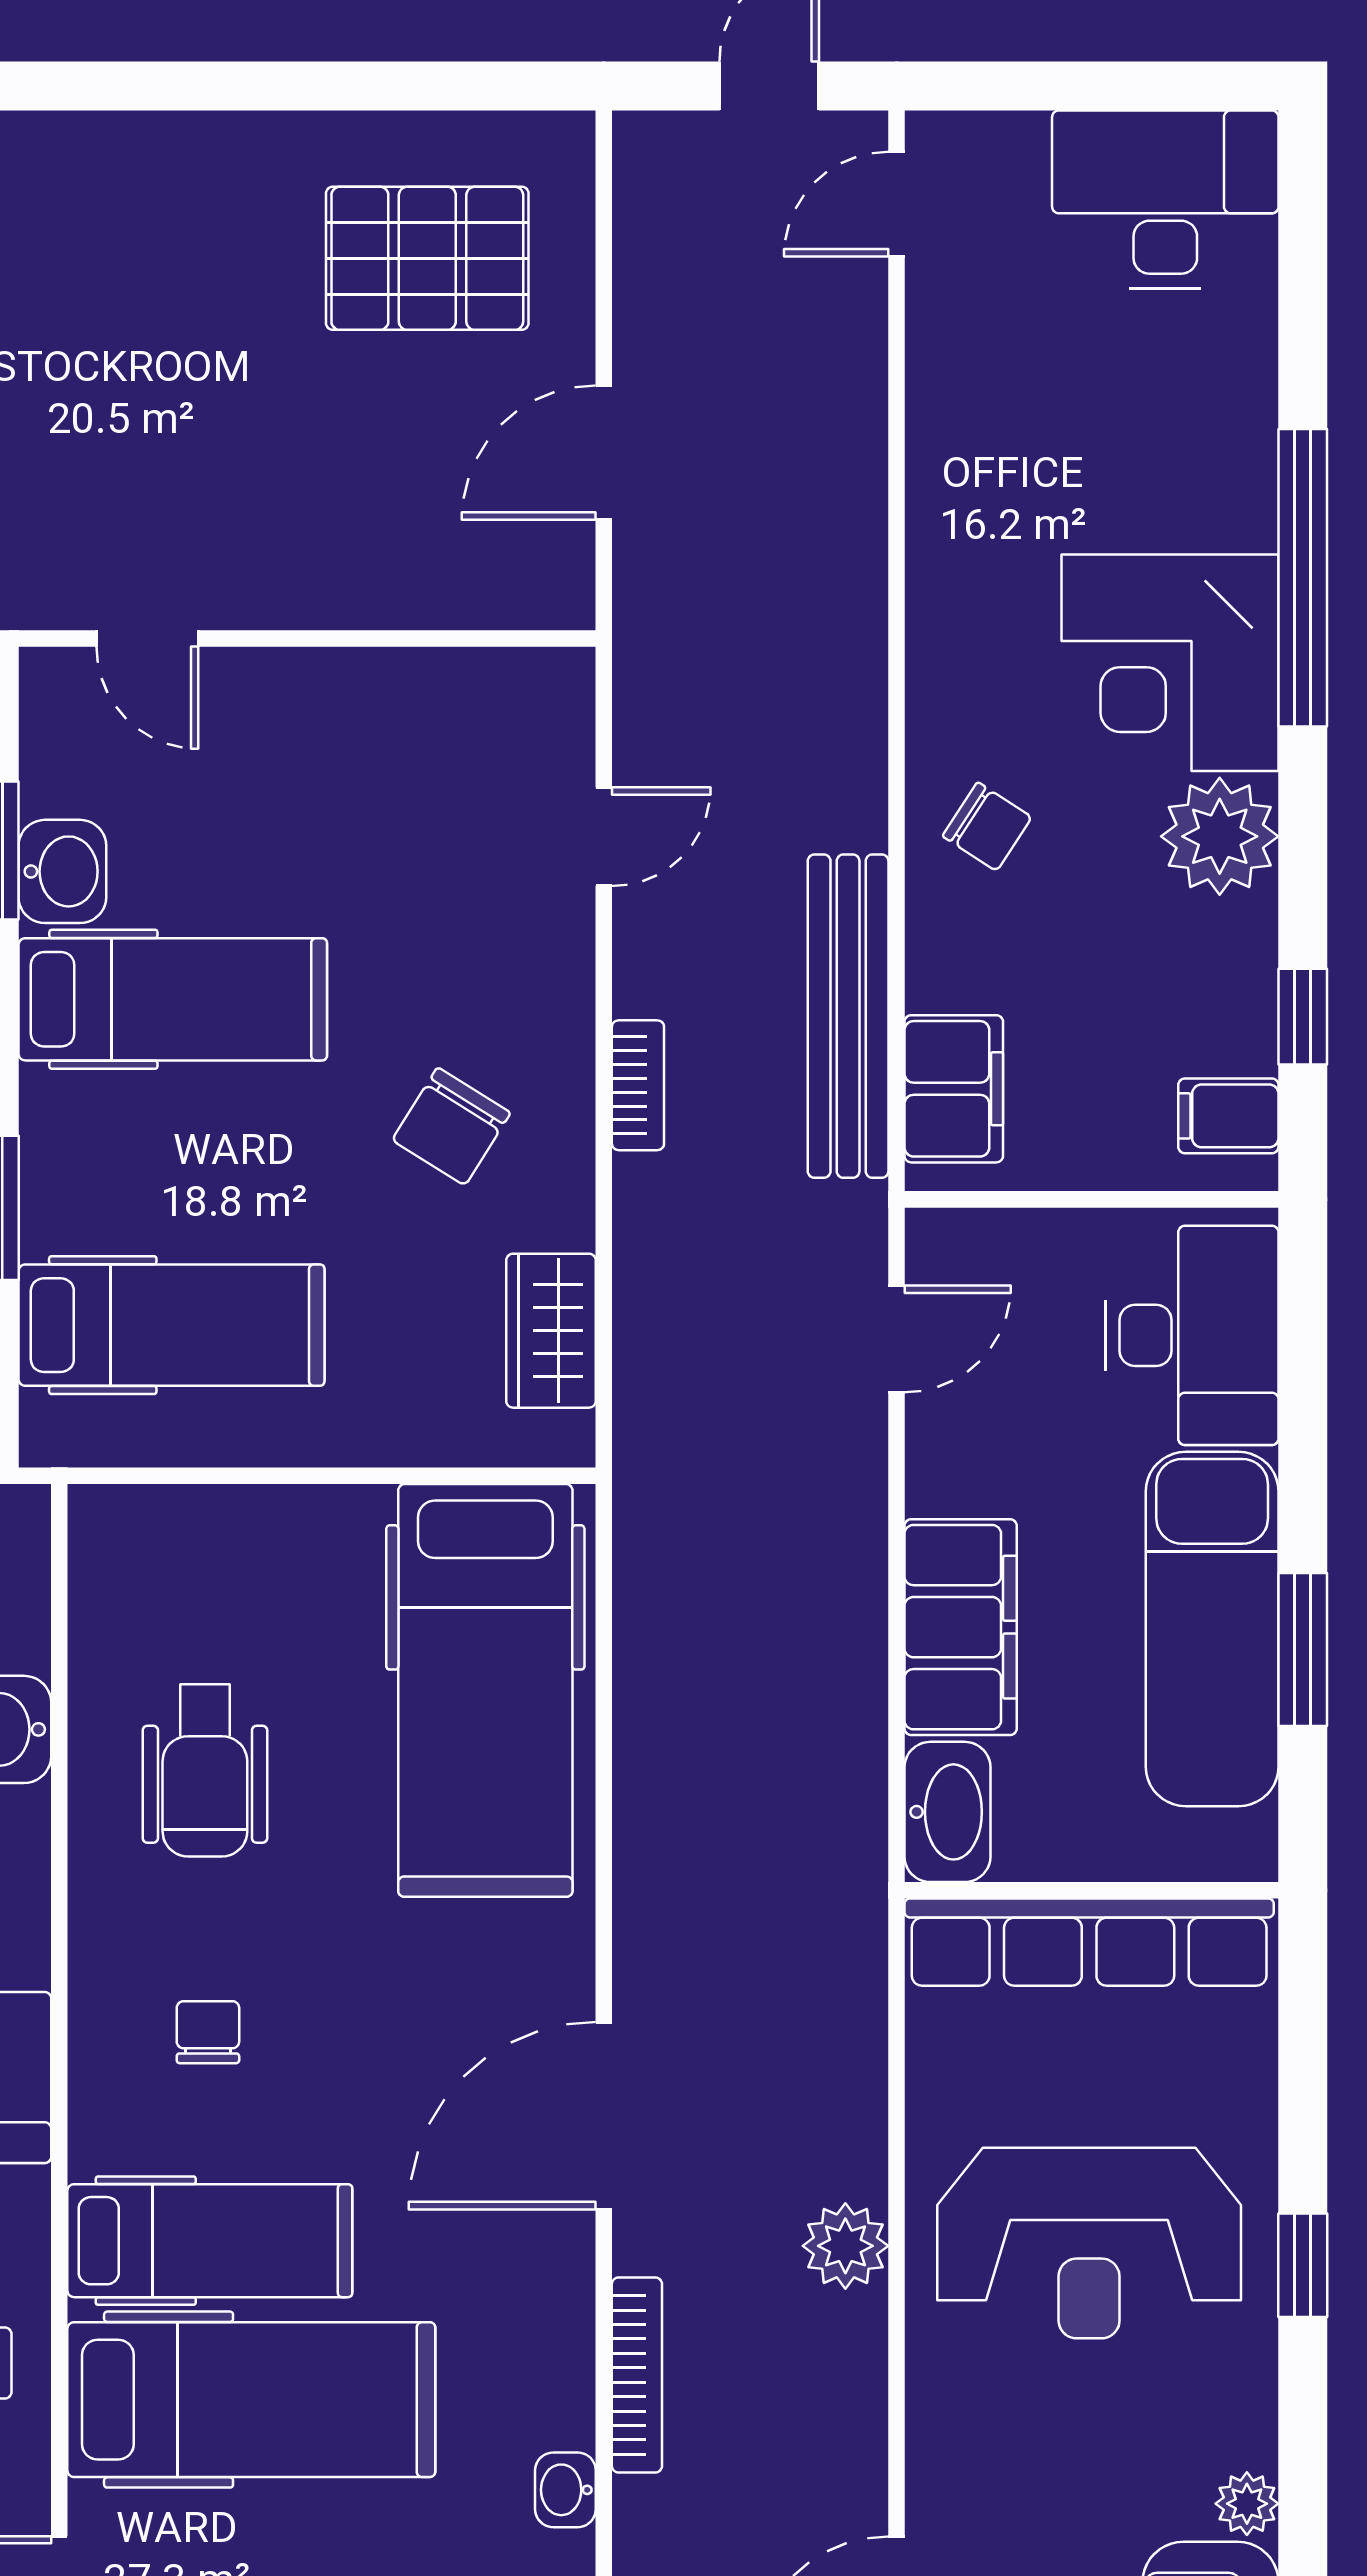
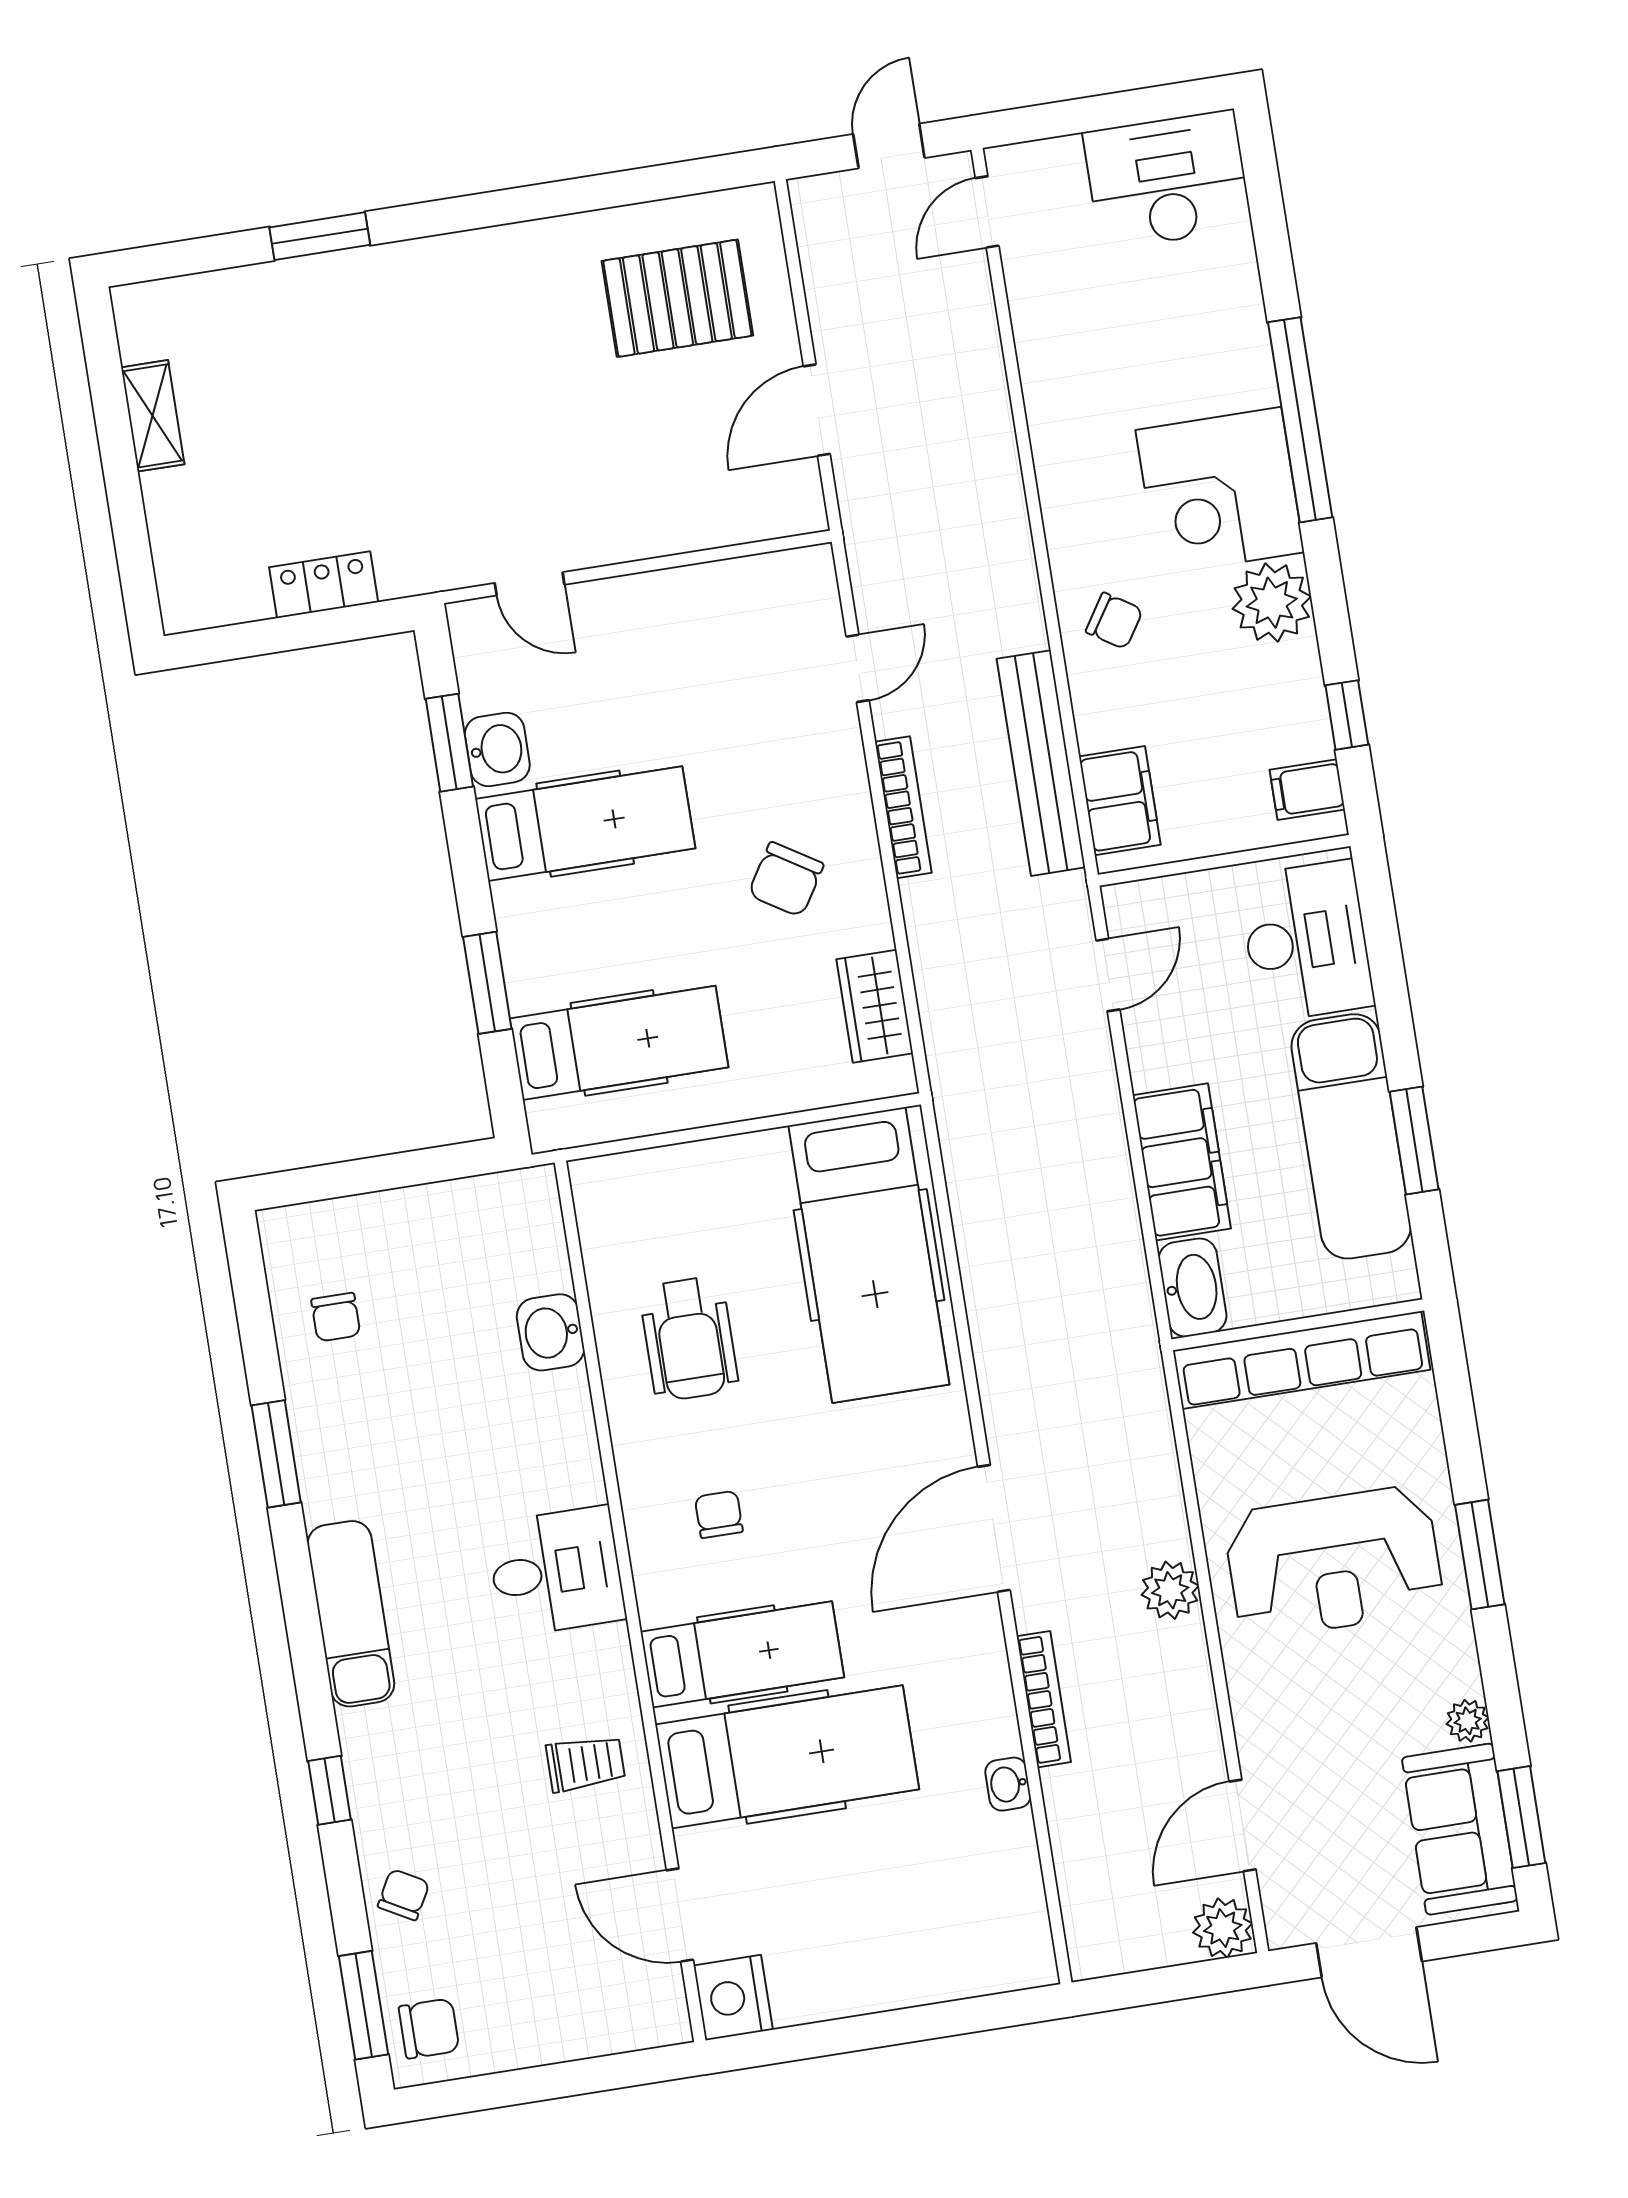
bookcase: (638, 1085) -> (903, 807), width x1.56
window: (1303, 2265) -> (1480, 1555), width x1.50

